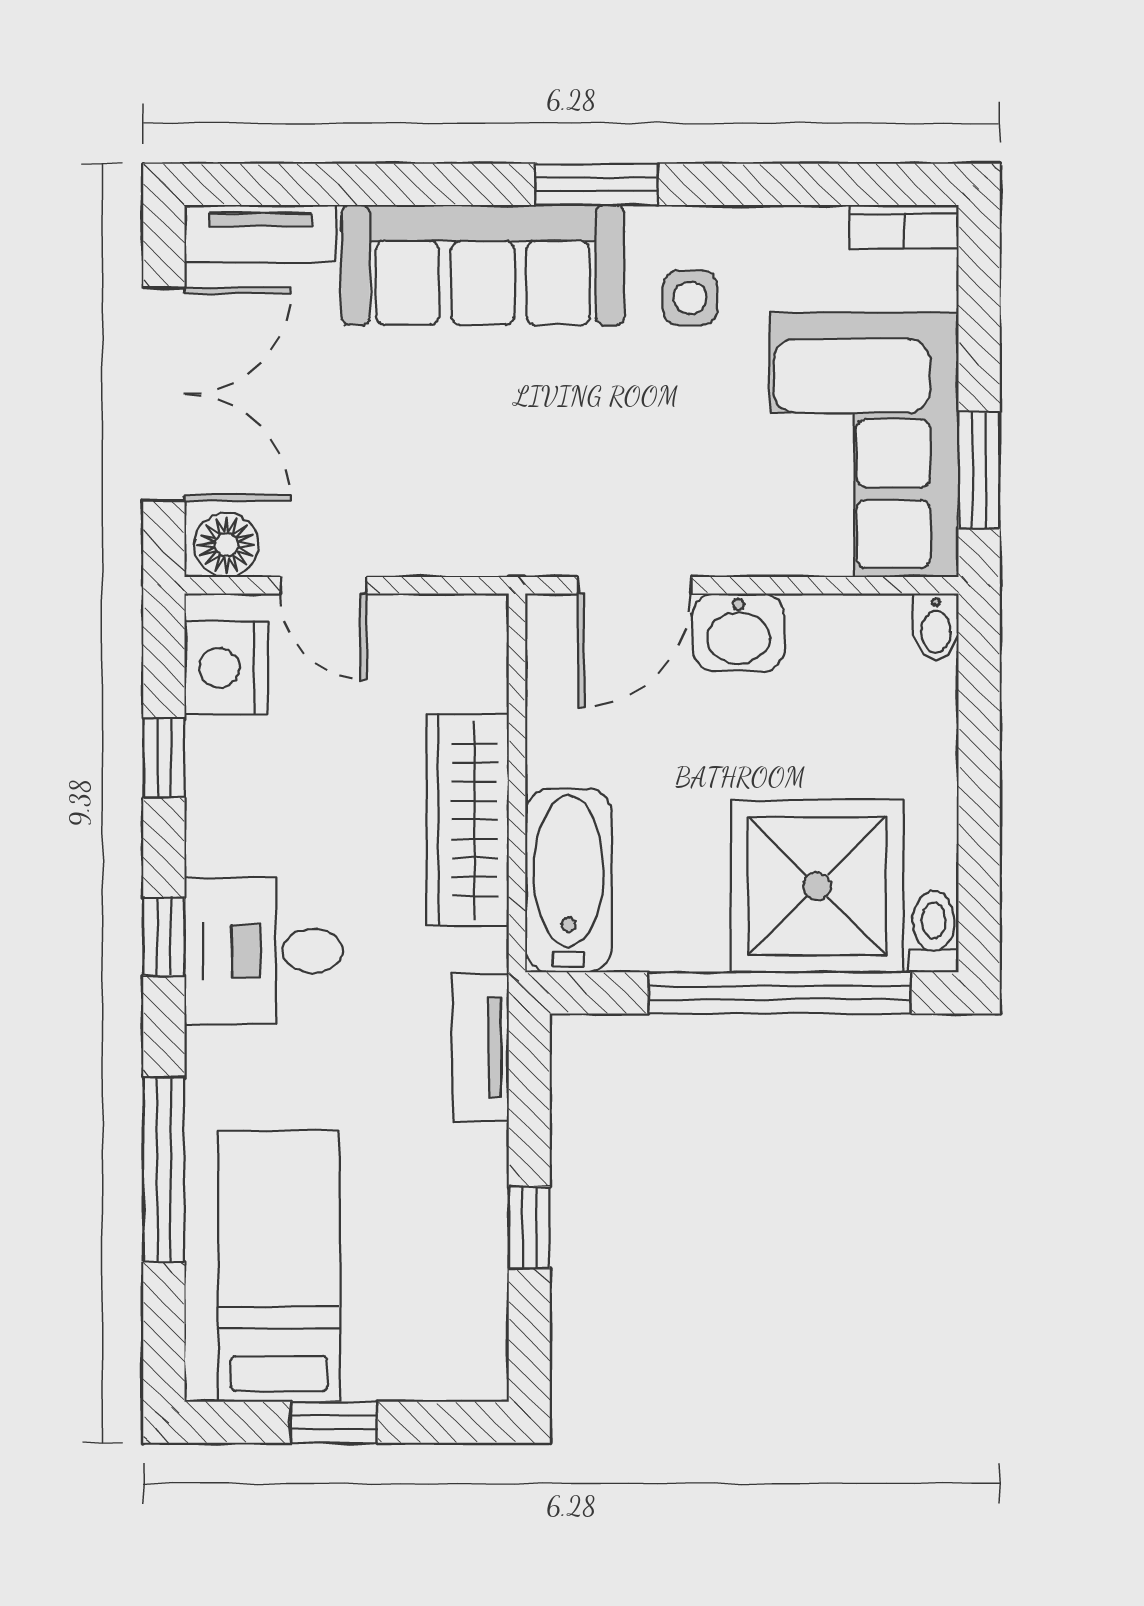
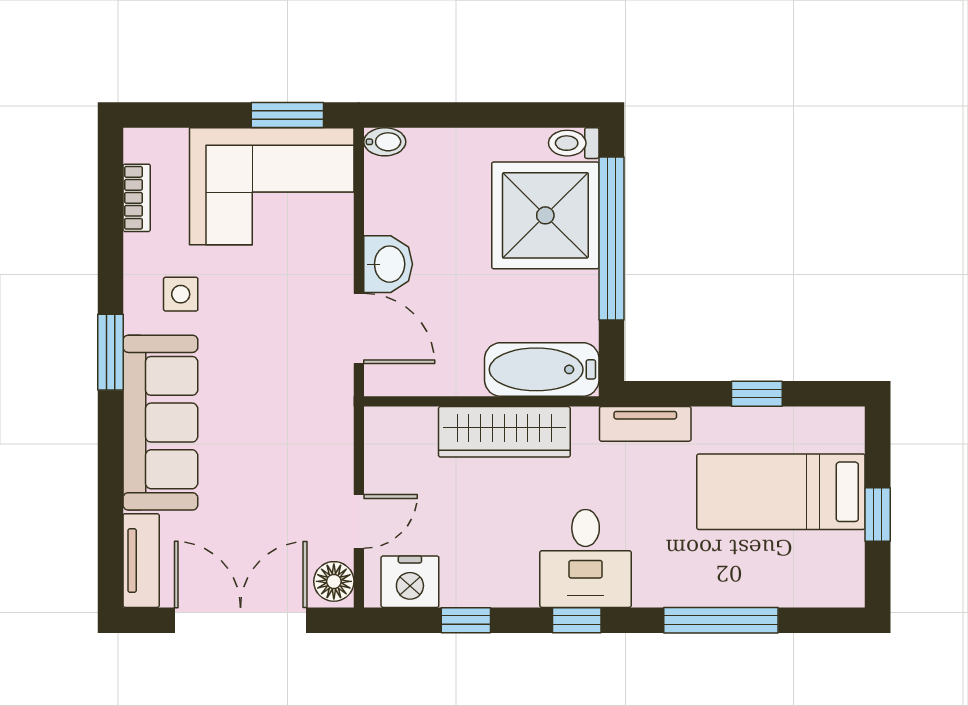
bookcase: (904, 227) -> (137, 198), moved
bed: (279, 1266) -> (781, 492), moved

